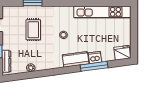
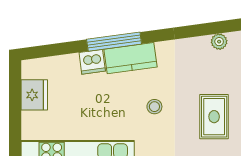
fridge: (122, 53) -> (34, 95), moved, turned -82
window: (94, 66) -> (114, 42), moved

